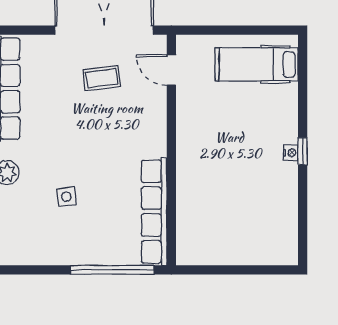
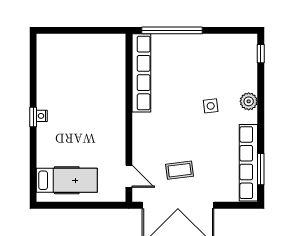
side table: (66, 197) -> (211, 106), moved

